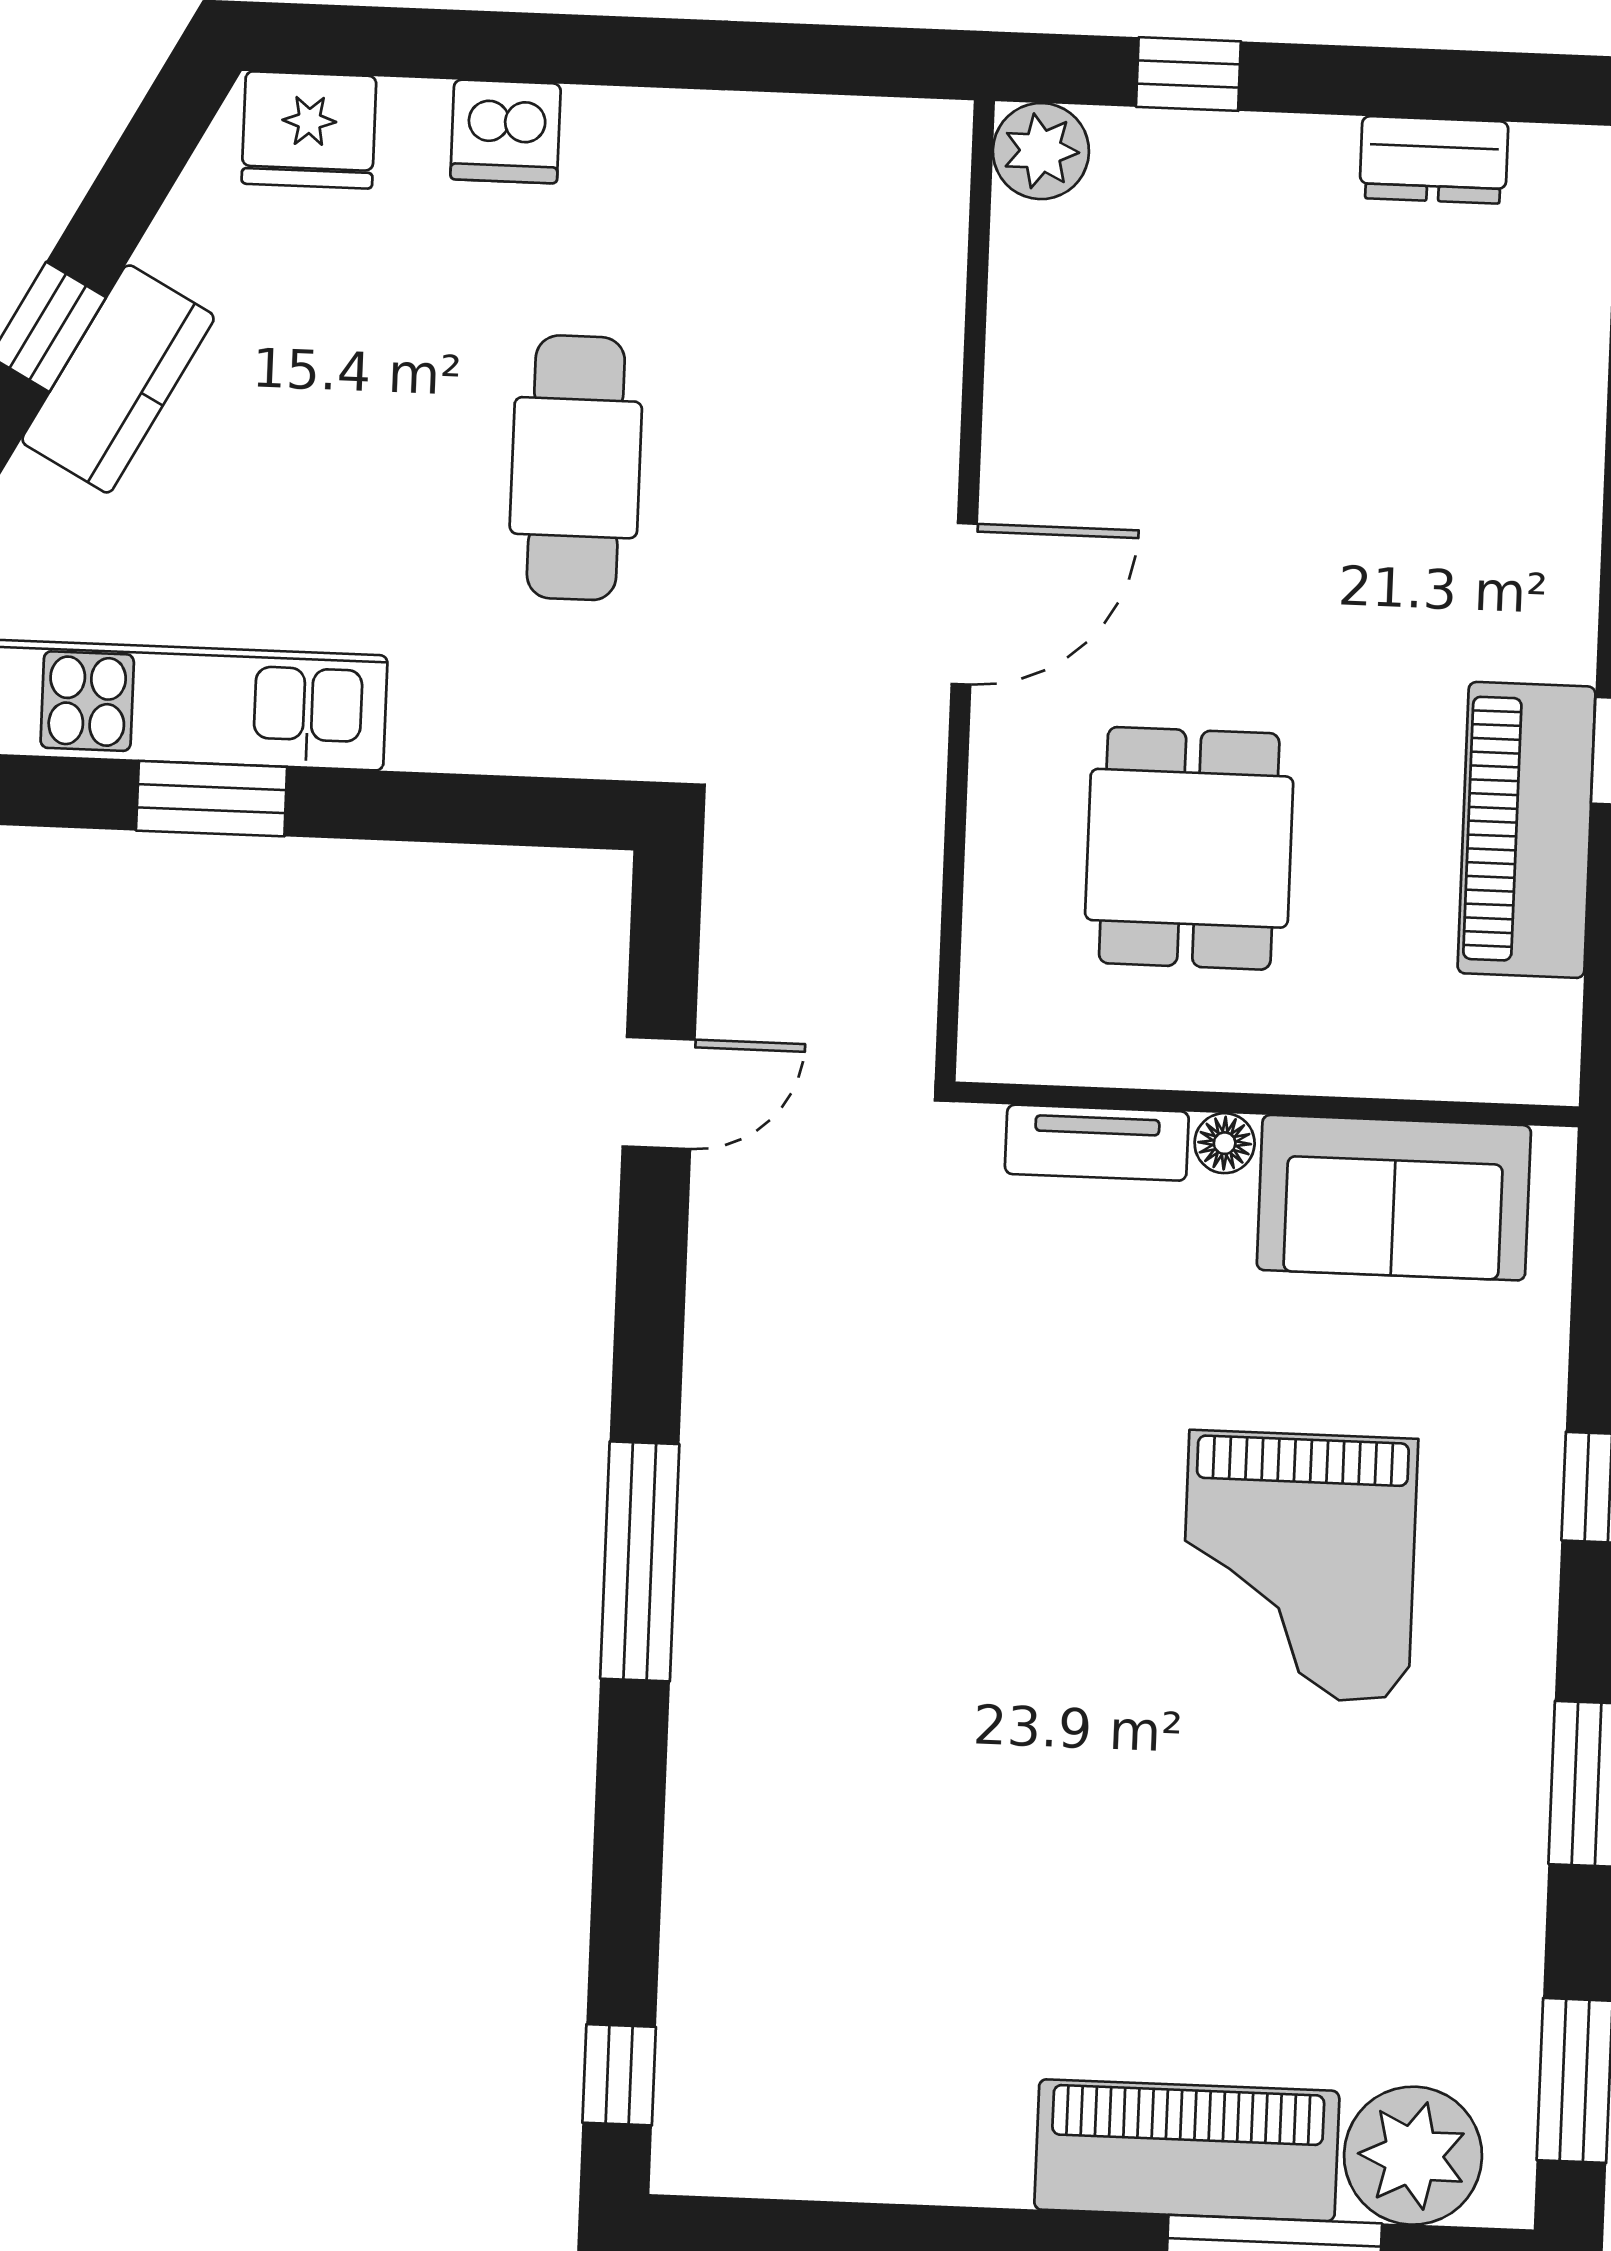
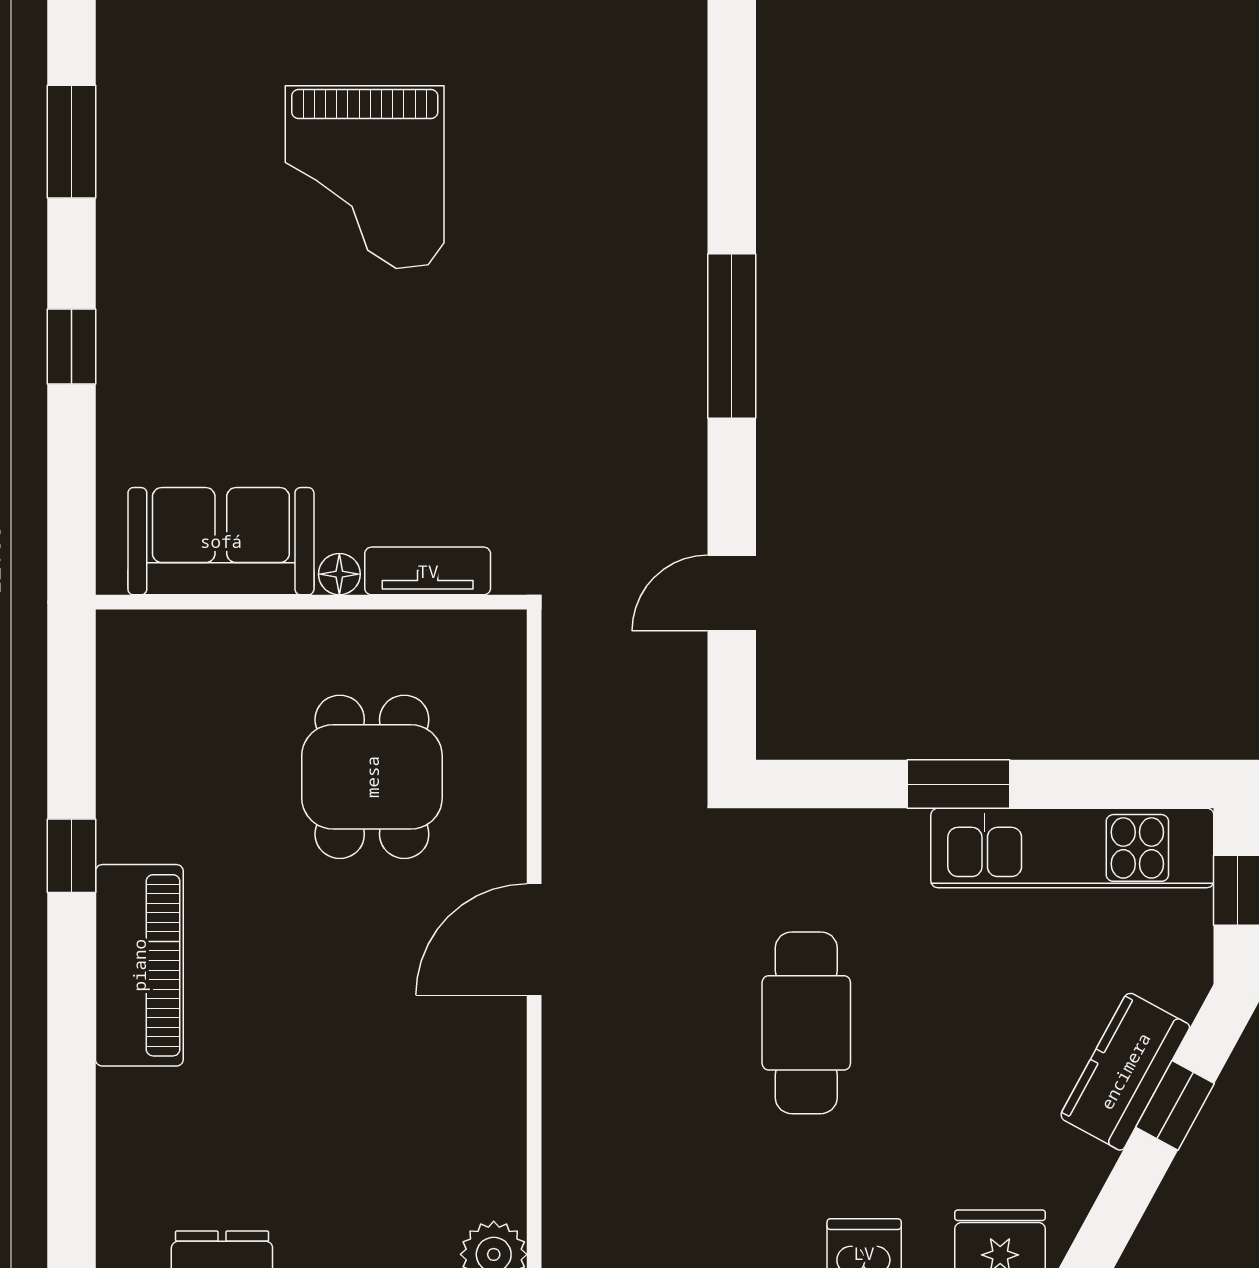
window: (212, 799) -> (959, 784), moved
piano: (1526, 830) -> (139, 965), moved
window: (640, 1561) -> (732, 336), moved
grand piano: (1299, 1566) -> (365, 177), moved, turned 180

